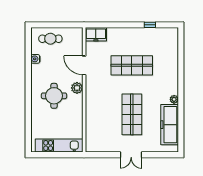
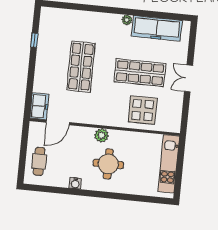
water cooler: (35, 59) -> (75, 183), moved
door: (84, 65) -> (58, 122), moved
display table: (101, 120) -> (143, 110), added
double door: (131, 155) -> (189, 78), swing flipped

